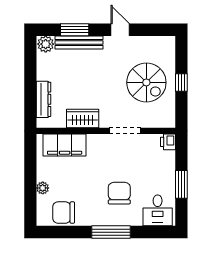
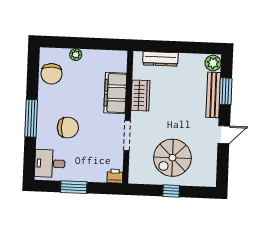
filing cabinet: (65, 145) -> (115, 93), moved
chair: (64, 213) -> (51, 74), turned 180

